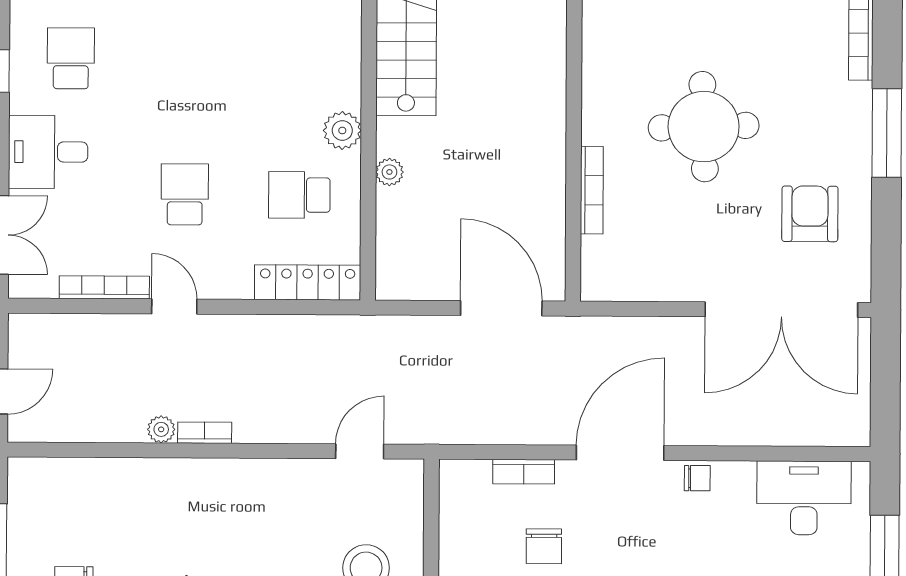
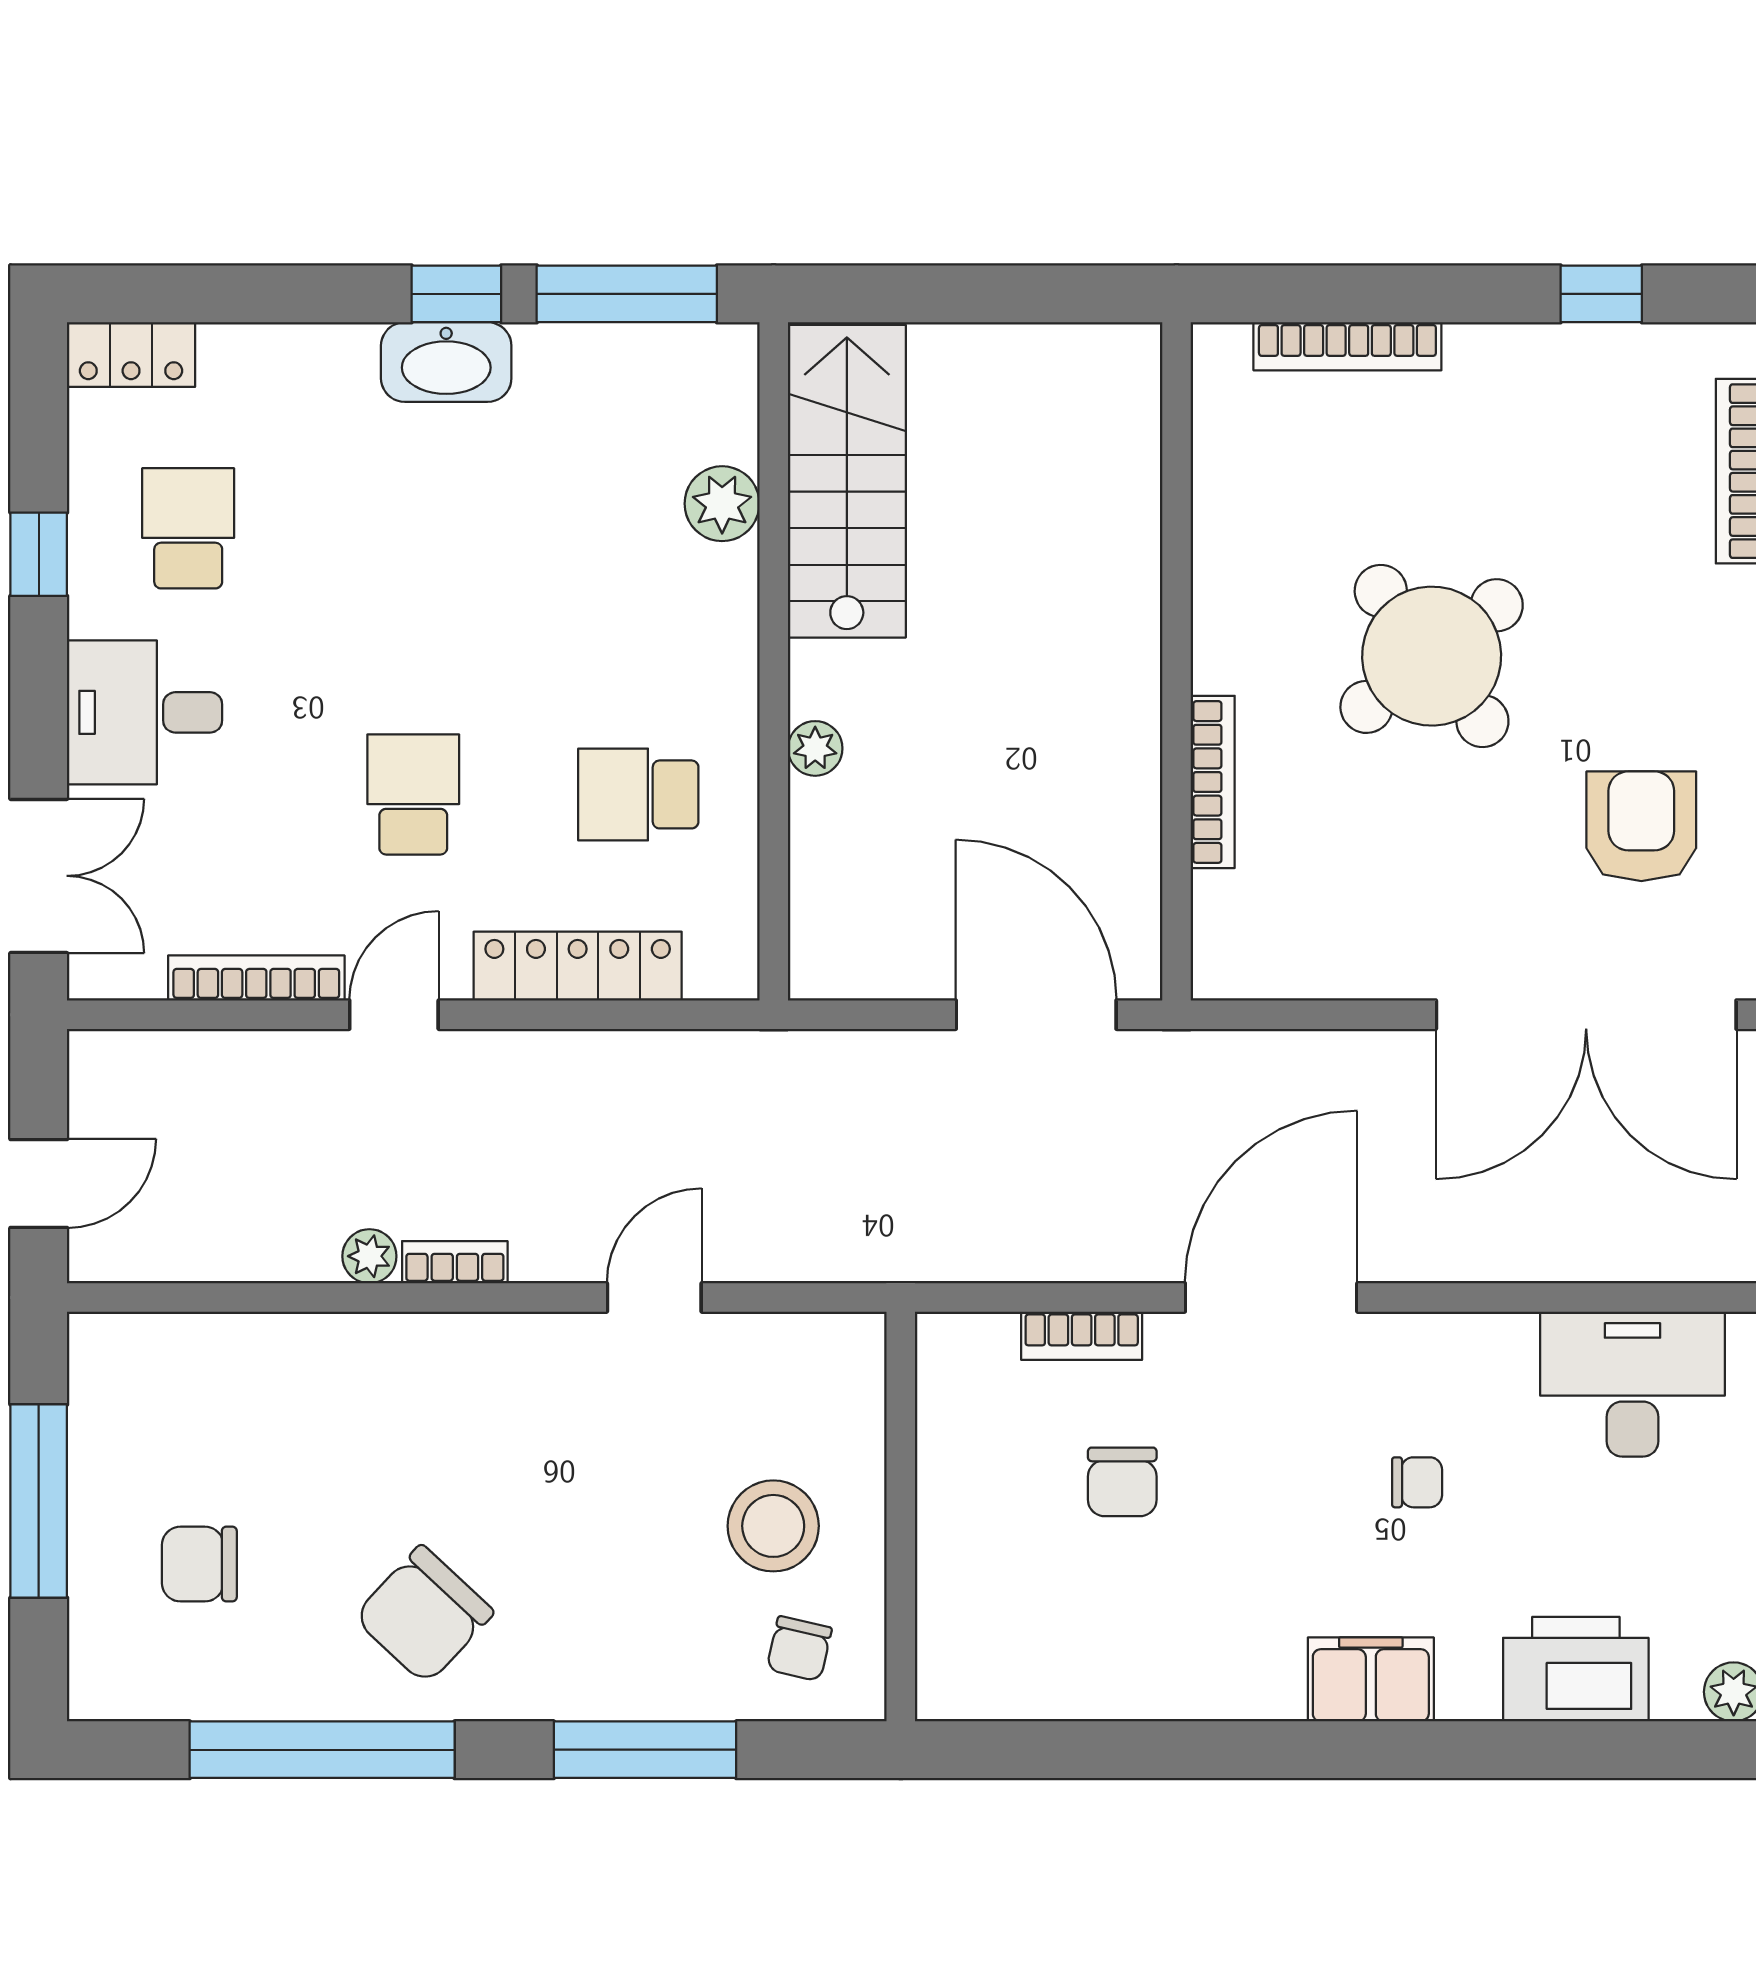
round table: (704, 127) -> (1432, 656), turned -36
plant: (342, 130) -> (722, 504), moved
locker: (308, 282) -> (578, 966), moved
door: (174, 306) -> (394, 1015), hinge flipped
door: (360, 451) -> (654, 1297), moved
chair: (697, 478) -> (1417, 1482), moved

